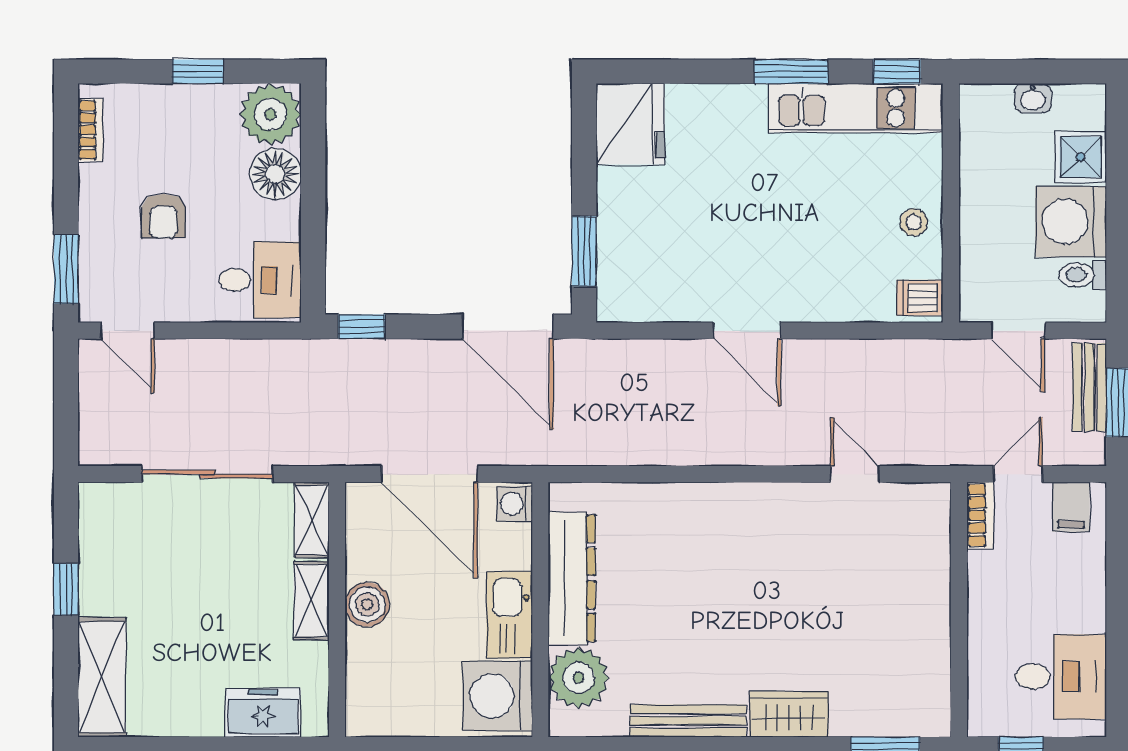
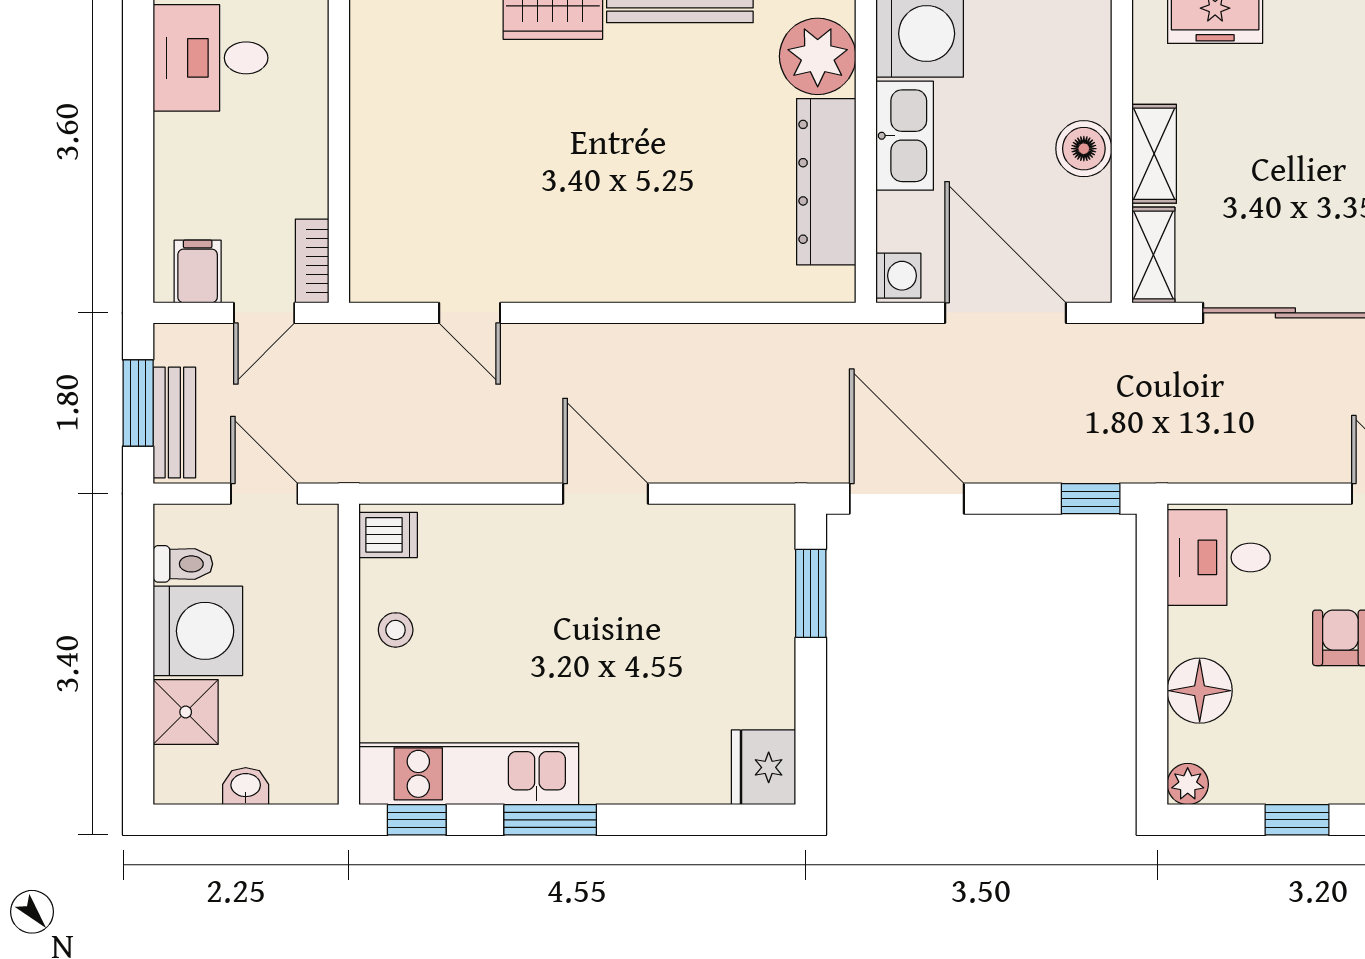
plant: (270, 114) -> (1188, 784), width x0.53, depth x0.53
fridge: (630, 124) -> (763, 767), width x0.73, depth x0.75

